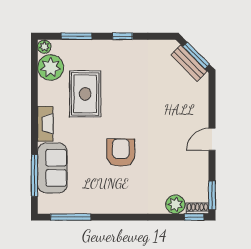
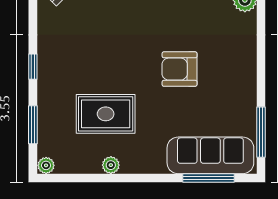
plant: (51, 67) -> (111, 165), moved, width x0.53, depth x0.53
fireplace: (45, 124) -> (143, 164), removed
sofa: (52, 168) -> (210, 155), width x1.36

